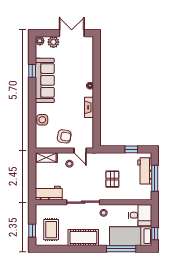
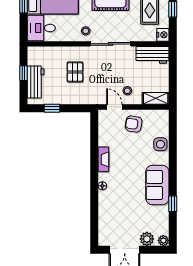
sofa: (45, 80) -> (157, 185), width x0.73
window: (155, 178) -> (23, 73), width x0.46
nightstand: (40, 210) -> (163, 35), added

